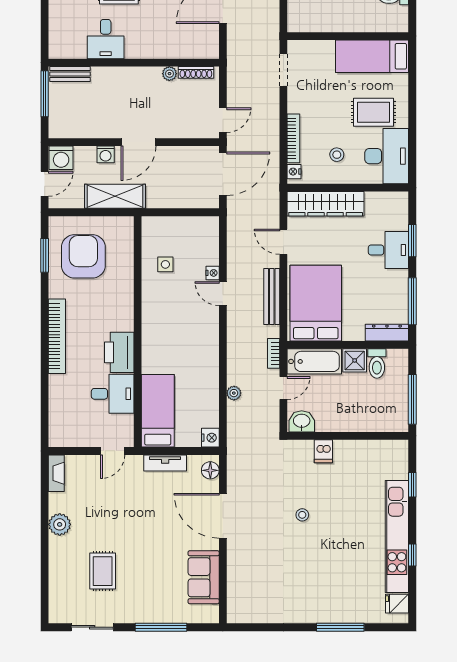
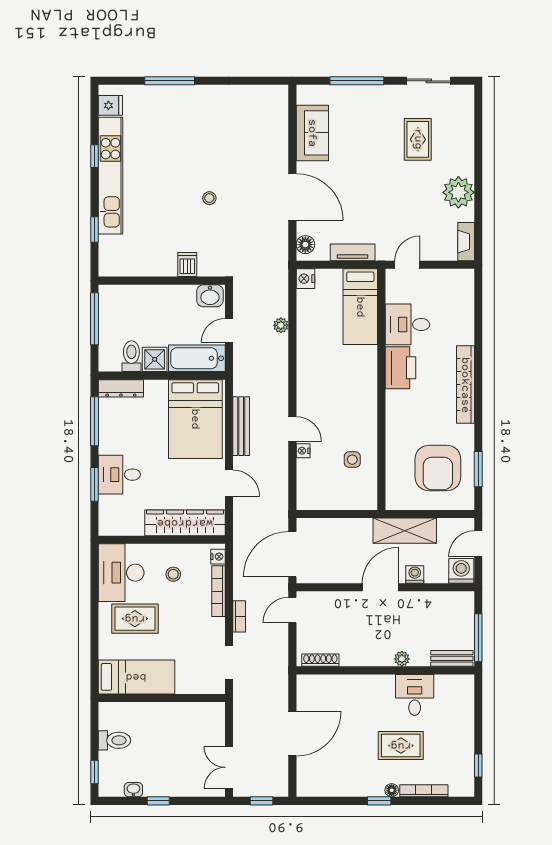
plant: (169, 74) -> (402, 659), moved
bookcase: (274, 353) -> (239, 616), moved
plant: (60, 524) -> (458, 192), width x1.36, depth x1.36

